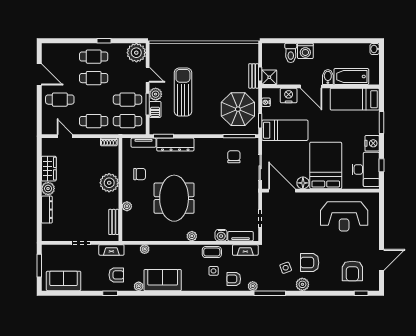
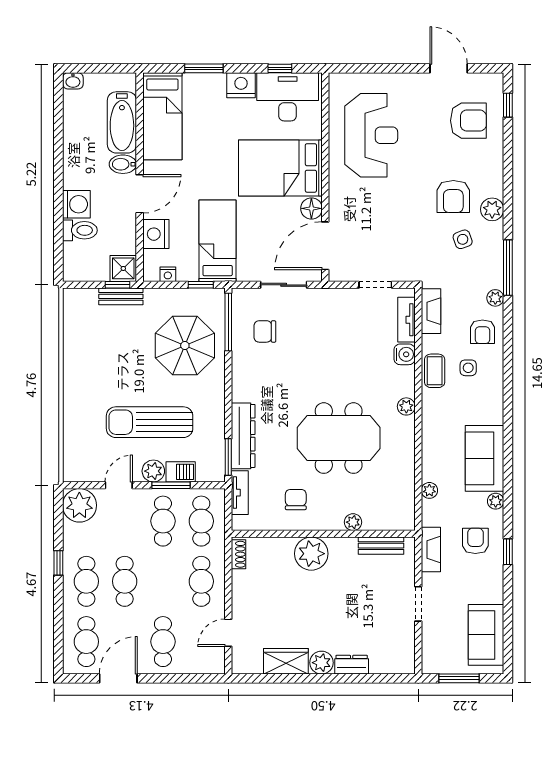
cafe table: (60, 57) -> (86, 642), added
parasol: (238, 109) -> (185, 346), moved
dresser: (47, 210) -> (352, 665), width x0.70

